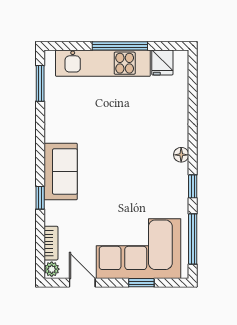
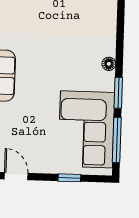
window: (193, 186) -> (118, 93), width x1.50
corner sofa: (138, 249) -> (86, 129), moved, turned -90

